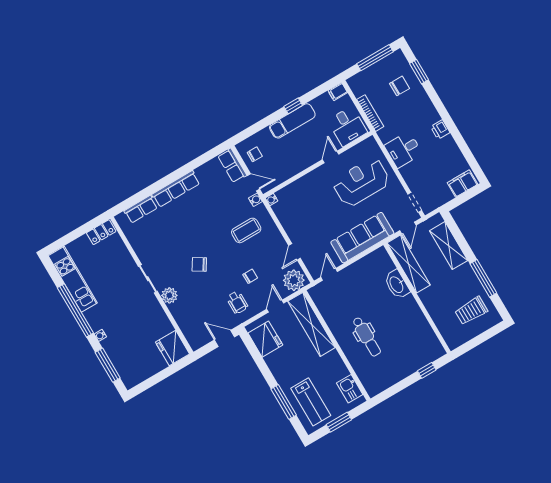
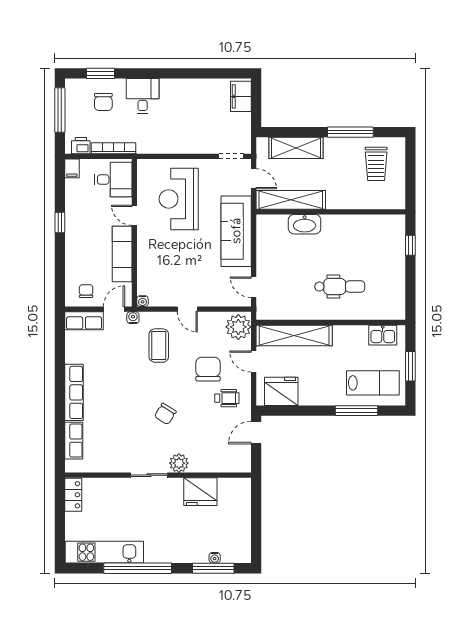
chair: (399, 86) -> (103, 102), turned 180
exam couch: (292, 121) -> (122, 254), moved, turned 180
printer: (440, 130) -> (81, 146), moved, turned 180
desk: (403, 150) -> (143, 96), moved, turned 180
door: (295, 252) -> (187, 309), moved
chair: (250, 276) -> (208, 369), width x1.87, depth x1.87
water cooler: (100, 335) -> (215, 558), moved
fridge: (172, 348) -> (200, 492), moved

